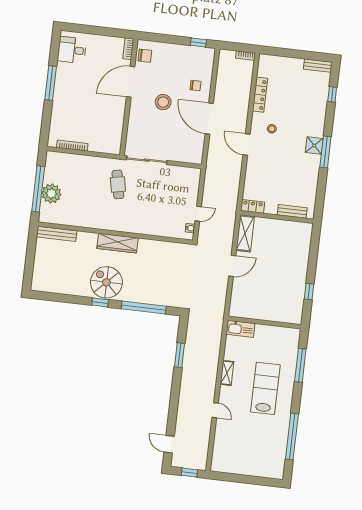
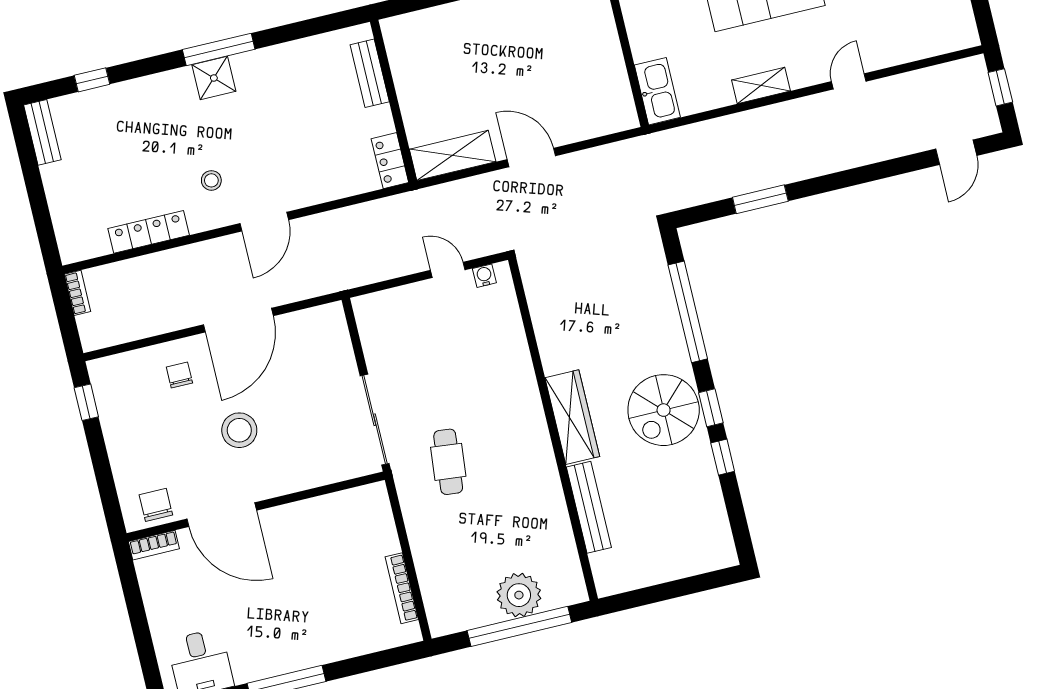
cafe table: (118, 184) -> (448, 462), turned -73
bench: (57, 234) -> (589, 507), moved
window: (78, 300) -> (723, 457), added

